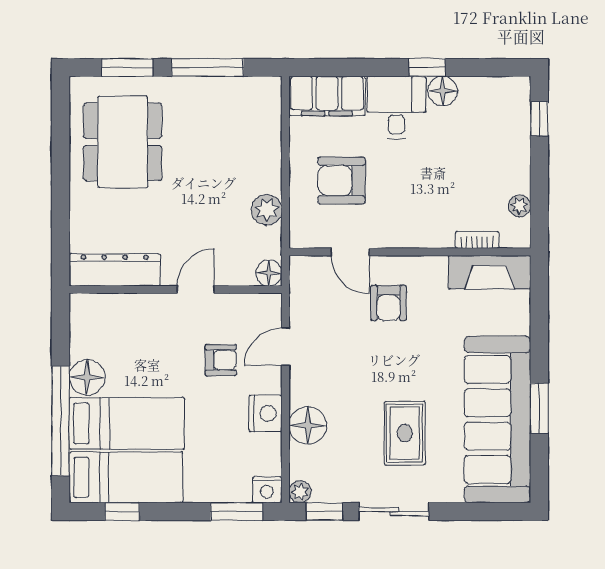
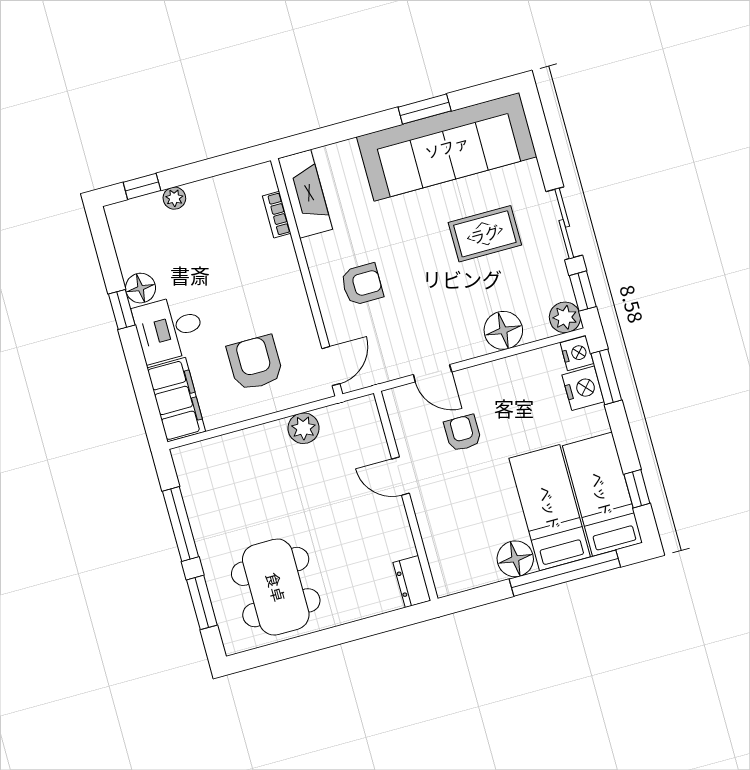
dining table: (123, 142) -> (276, 587), turned 90
armchair: (342, 181) -> (255, 363), turned 180
plant: (520, 206) -> (174, 198), moved
door: (350, 252) -> (331, 366), moved
dresser: (115, 270) -> (412, 582), width x0.51, depth x0.80
floor lamp: (269, 273) -> (365, 409), removed
nightstand: (265, 413) -> (583, 388), moved, turned 90
plant: (300, 492) -> (565, 317), width x1.38, depth x1.38

